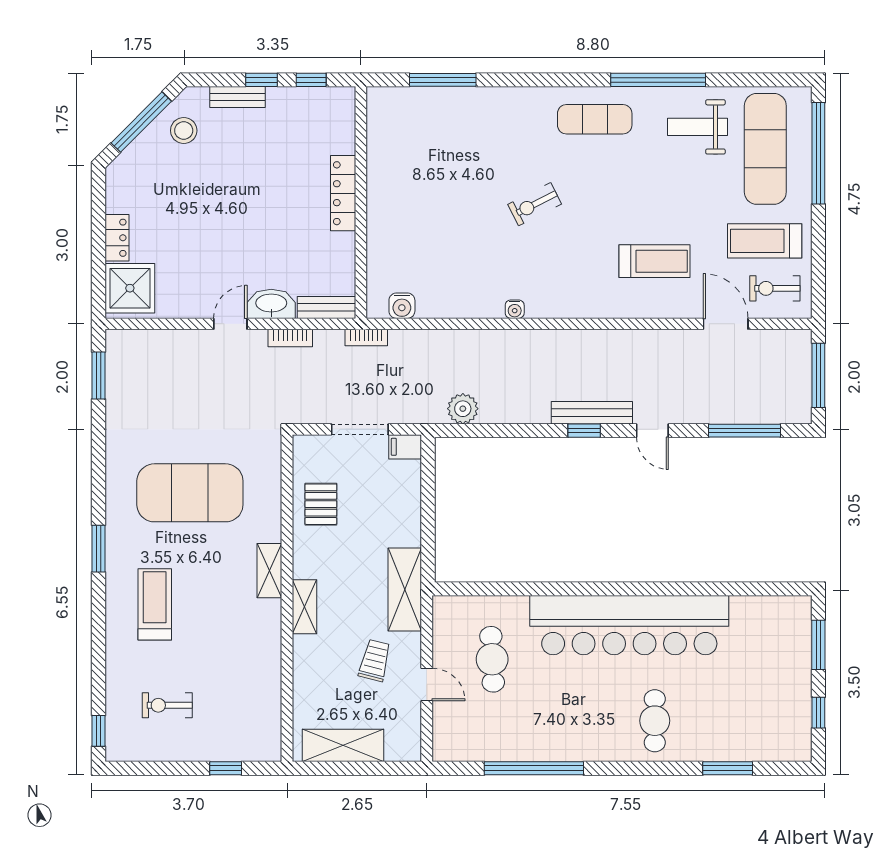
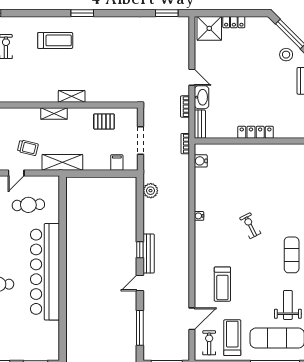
filing cabinet: (405, 447) -> (117, 163), moved
exercise mat: (190, 493) -> (110, 58), removed

